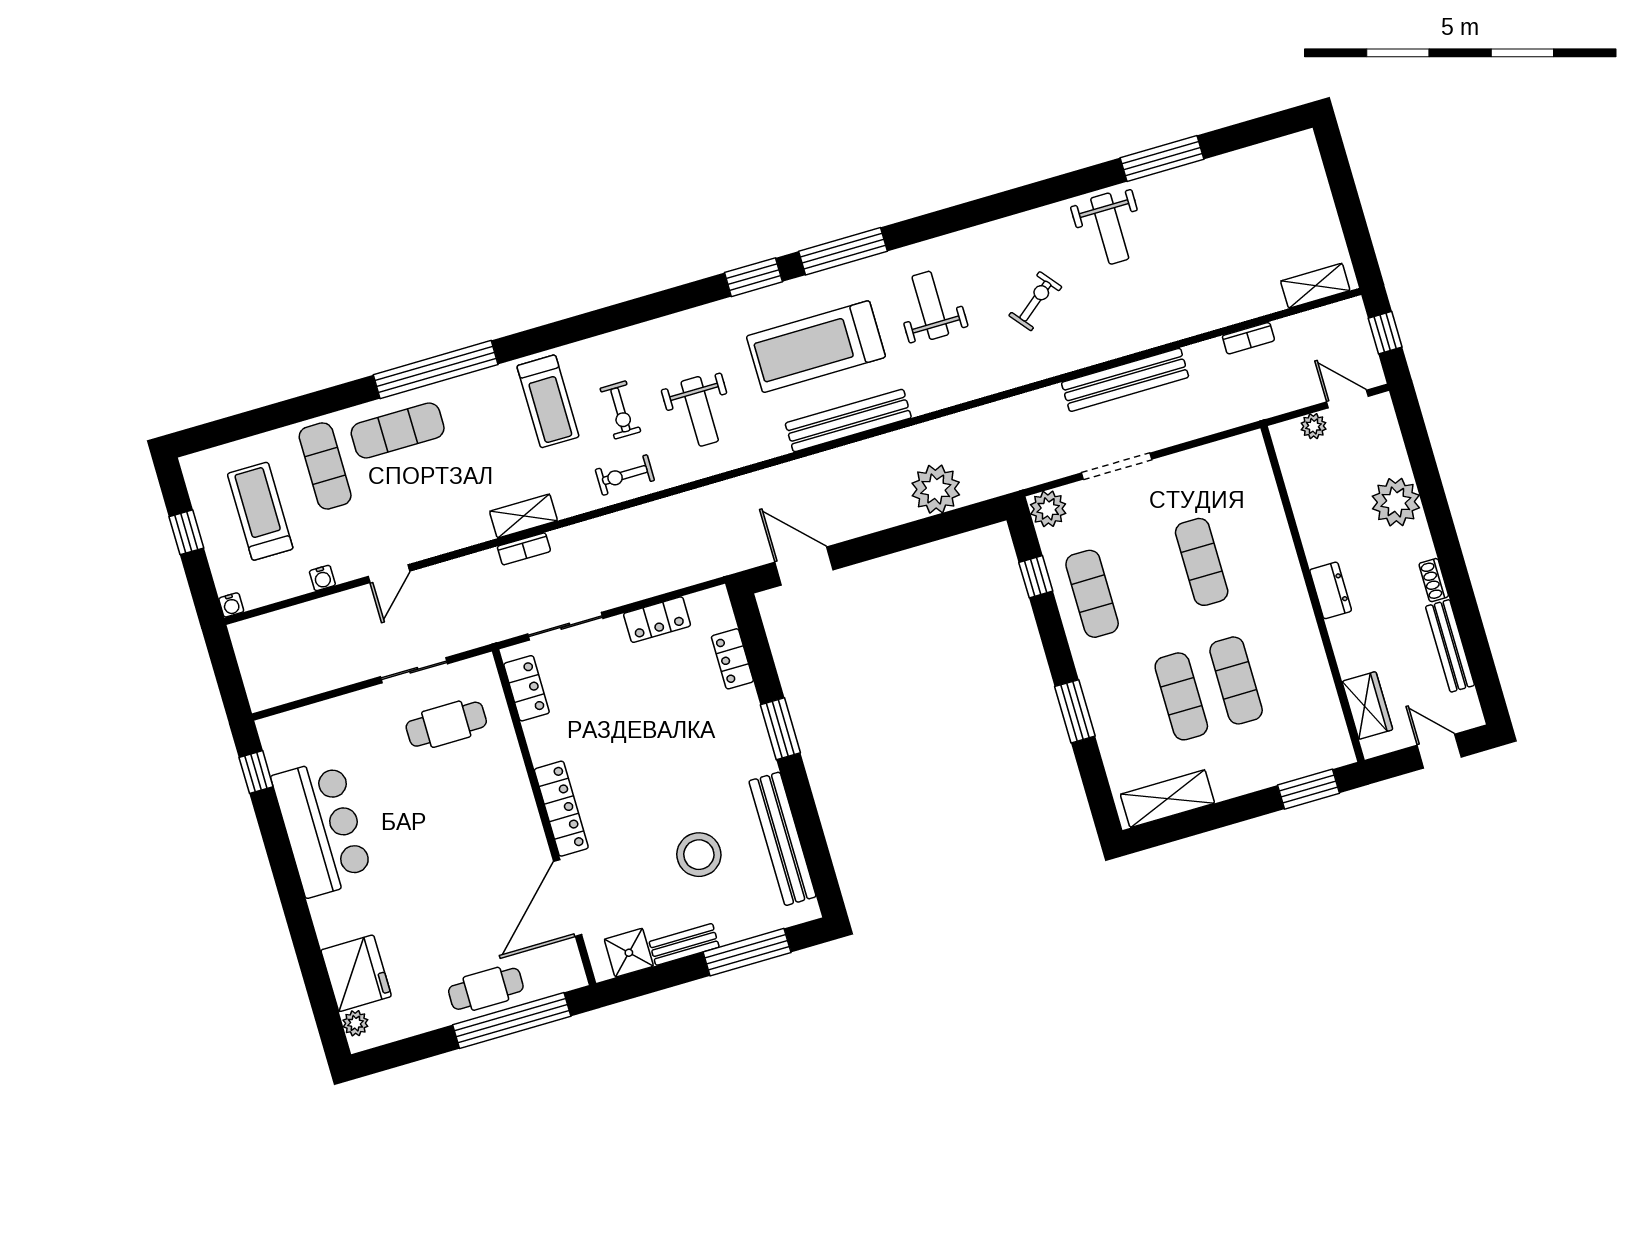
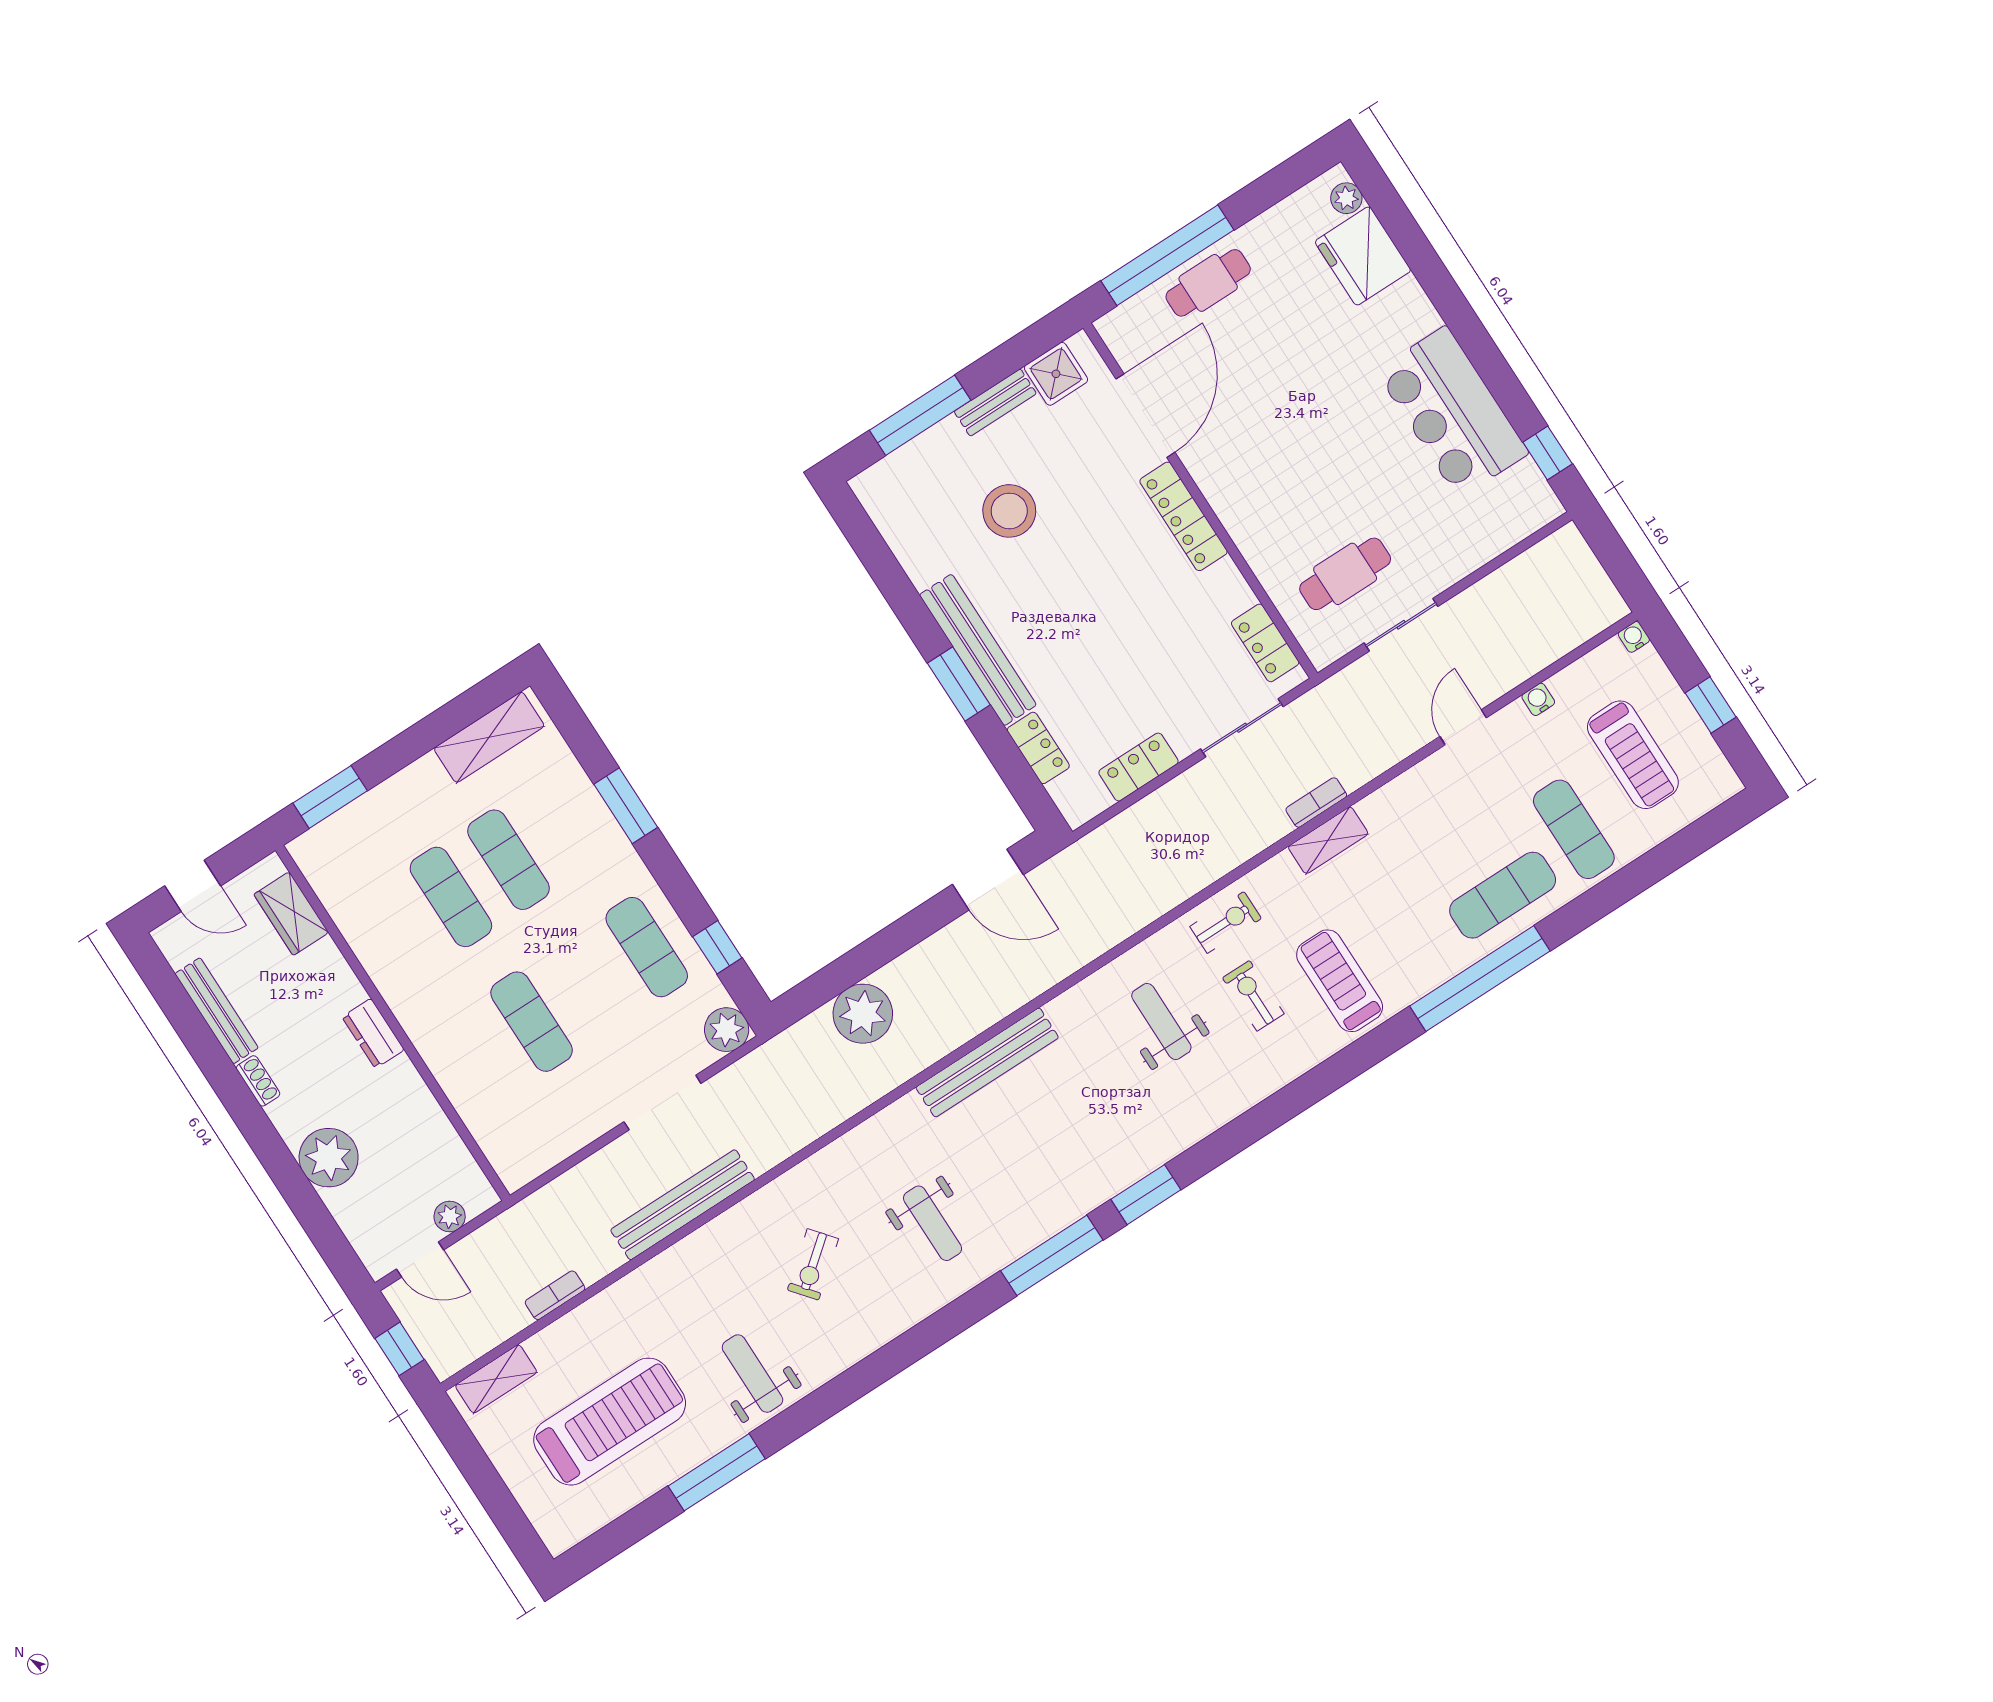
treadmill: (816, 347) -> (610, 1422), moved
bench: (782, 839) -> (978, 650), moved

